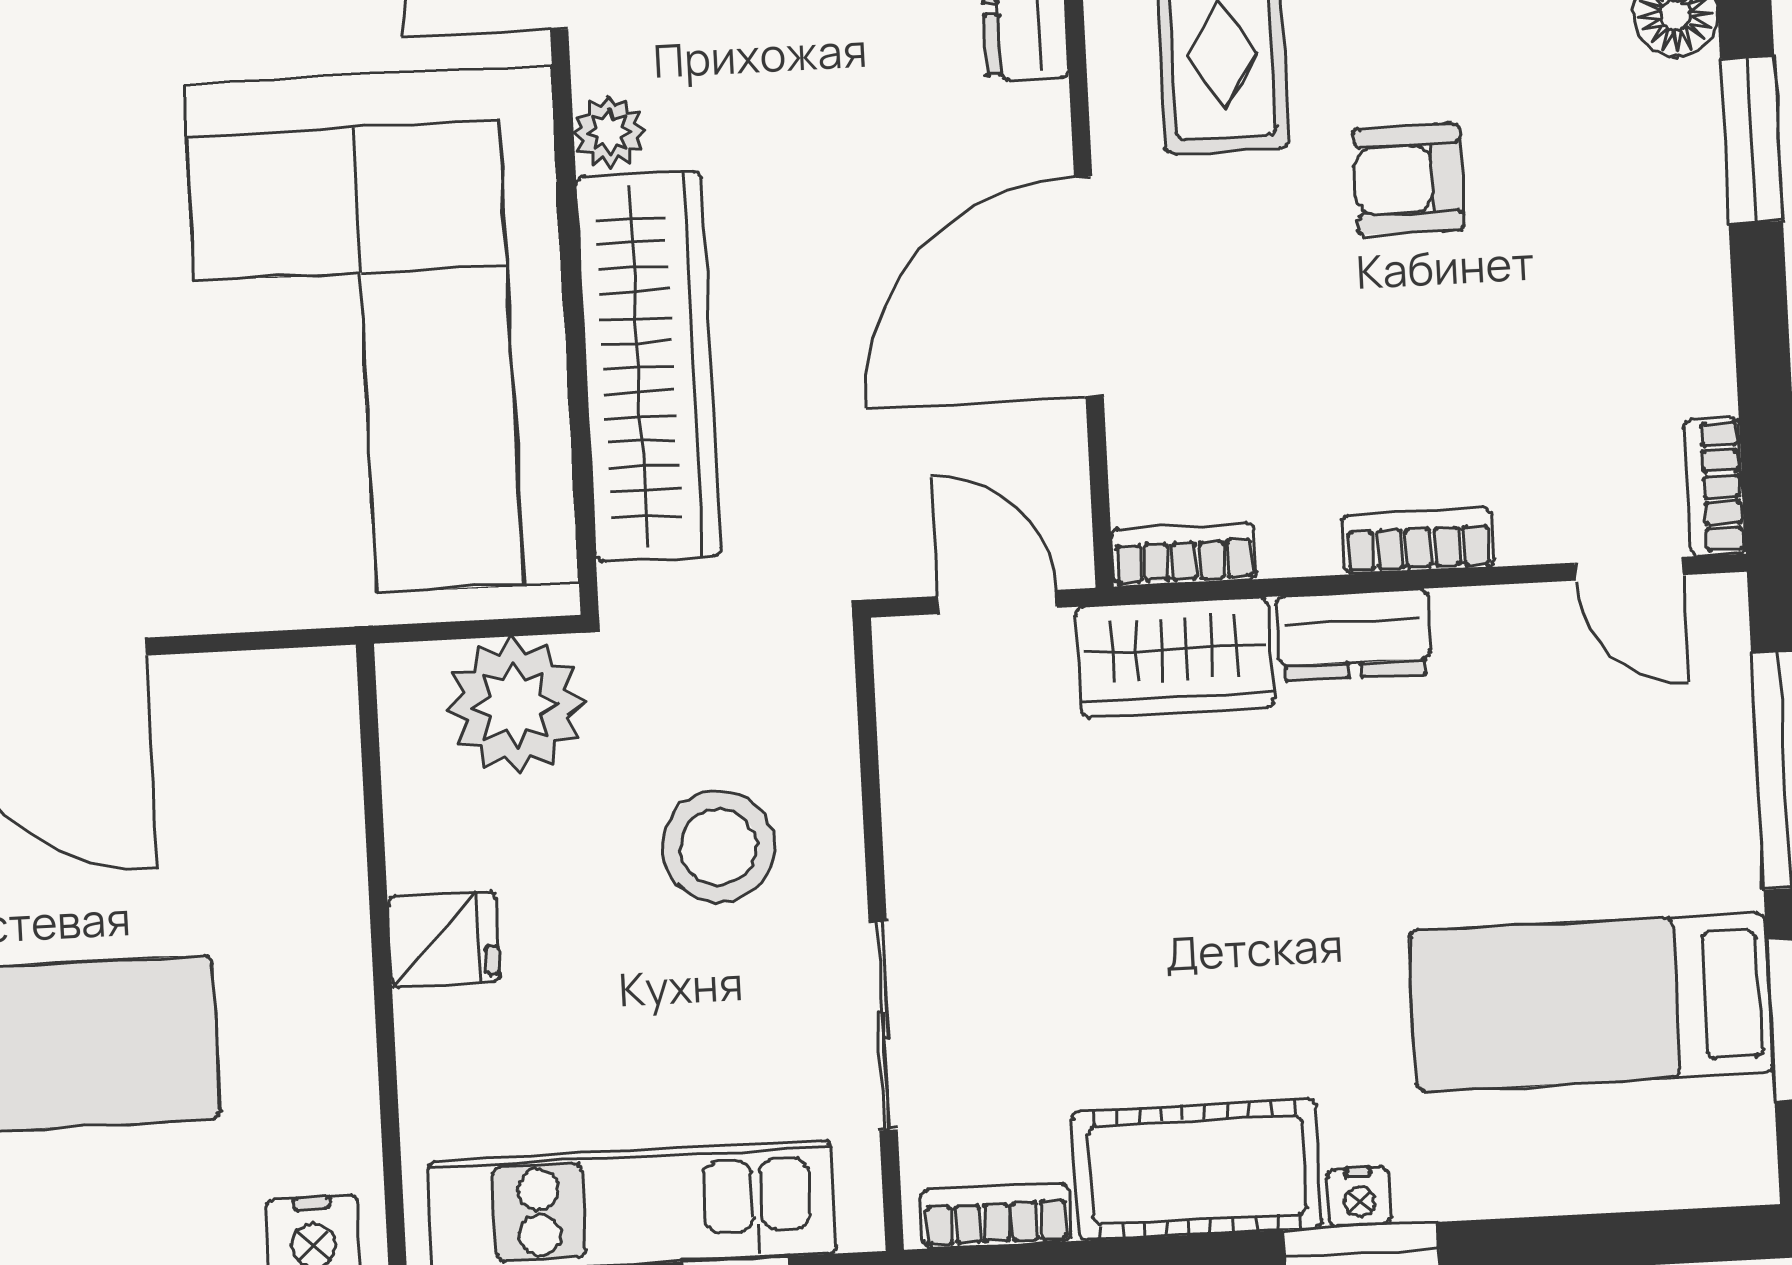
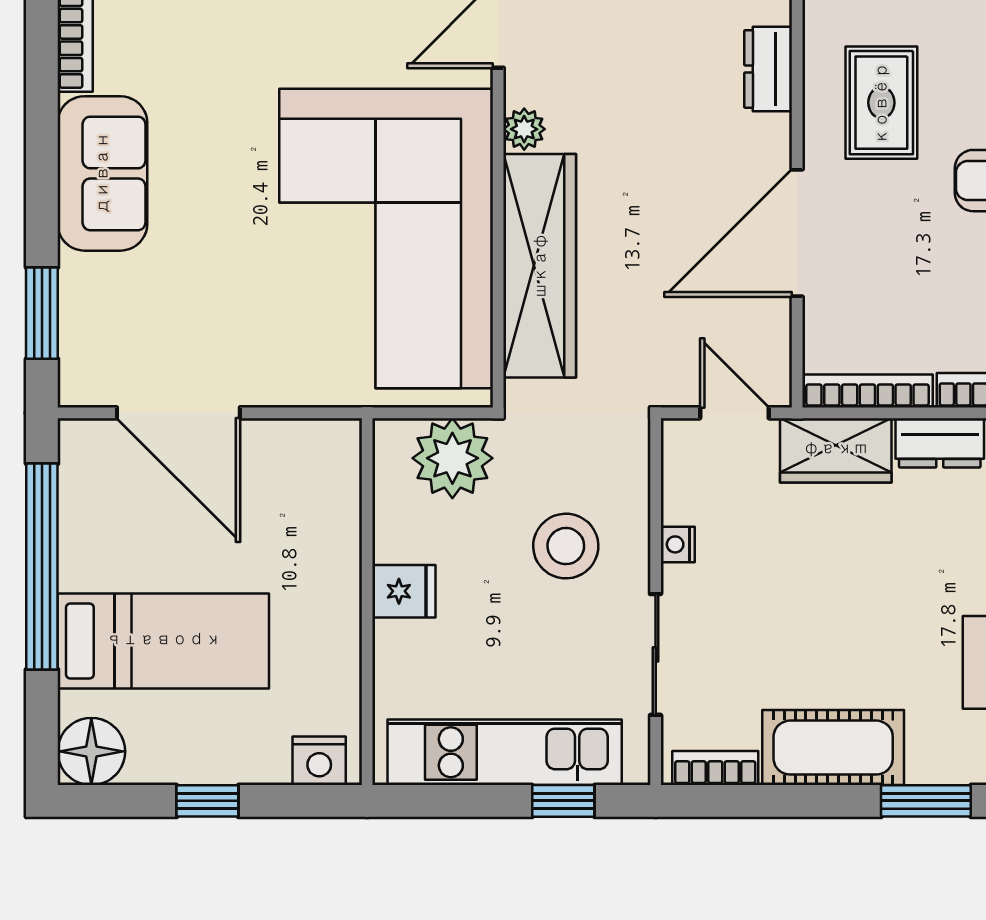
bookcase: (1184, 554) -> (867, 391), width x1.56
nightstand: (1359, 1197) -> (678, 544), moved, turned 90

